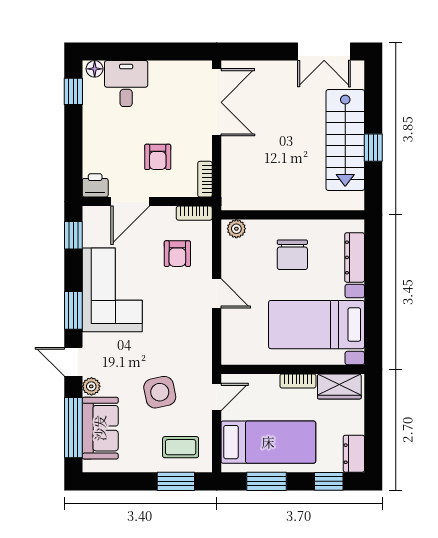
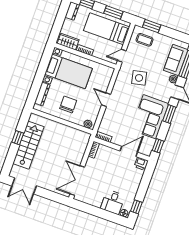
double door: (324, 52) -> (24, 186), swing flipped
armchair: (158, 157) -> (110, 166), removed
armchair: (177, 254) -> (117, 122), removed
side table: (160, 392) -> (139, 78), moved

